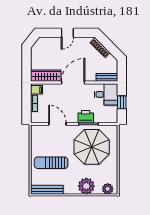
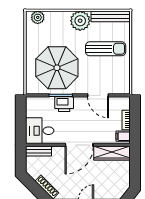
window: (122, 102) -> (21, 121), removed
plant: (86, 186) -> (80, 21), moved

